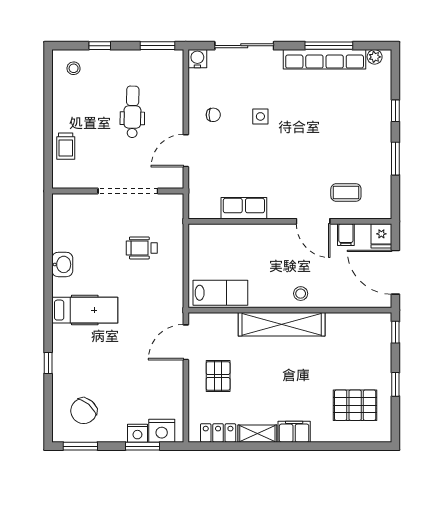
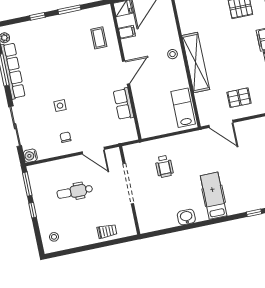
window: (100, 46) -> (33, 210), moved
door: (313, 221) -> (126, 72), moved

